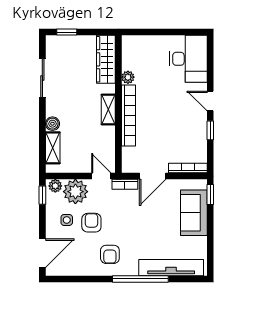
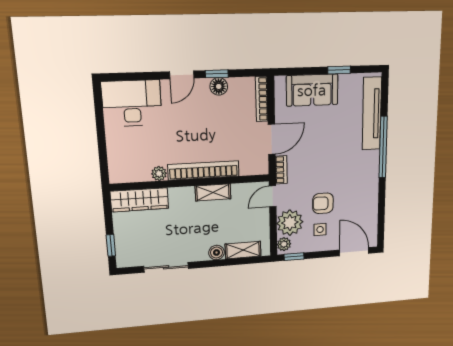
shelving: (108, 110) -> (213, 192), moved
floor lamp: (200, 131) -> (219, 86), added
door: (153, 176) -> (272, 139), hinge flipped
window: (210, 194) -> (339, 70), moved
armchair: (110, 254) -> (357, 181), removed

